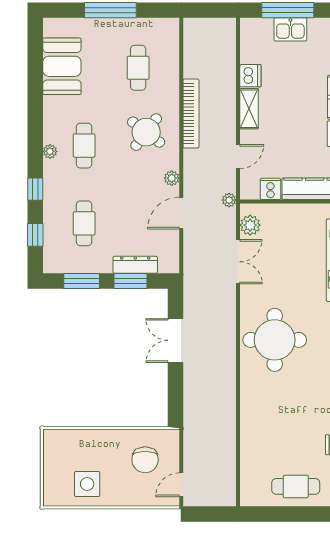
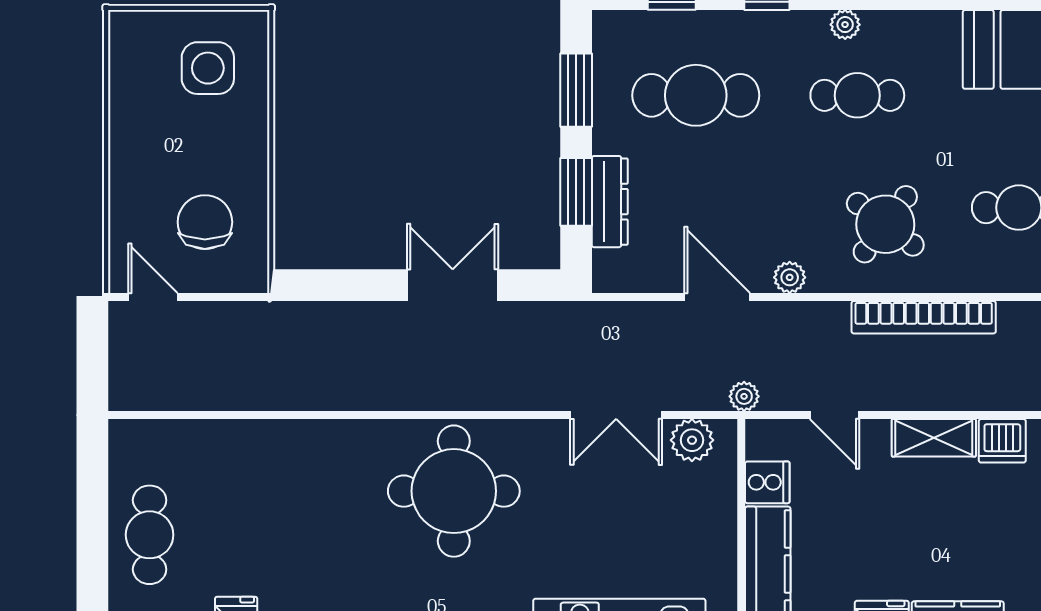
cafe table: (84, 223) -> (696, 95), width x1.37, depth x1.35
chair: (145, 460) -> (205, 222), turned 90
side table: (87, 484) -> (208, 68), moved

